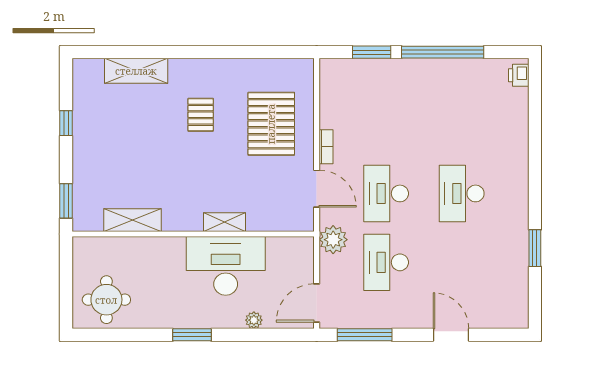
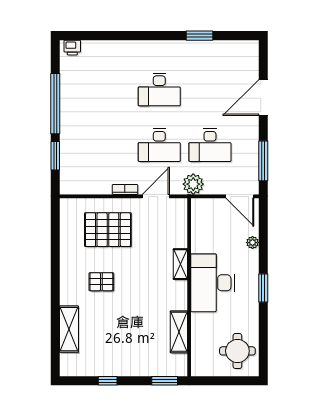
desk: (226, 266) -> (213, 283), moved
door: (451, 335) -> (263, 97), width x1.36

